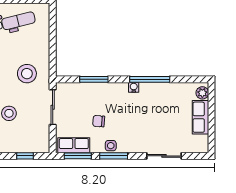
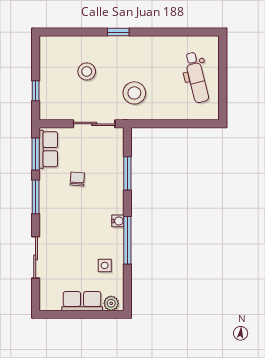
side table: (111, 146) -> (105, 265), moved

